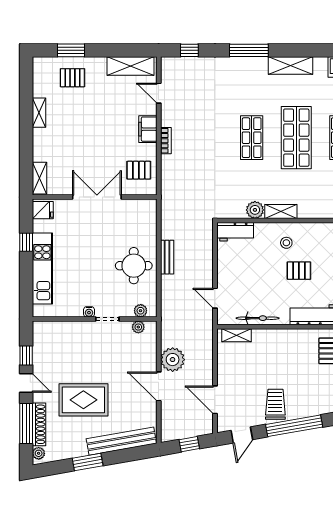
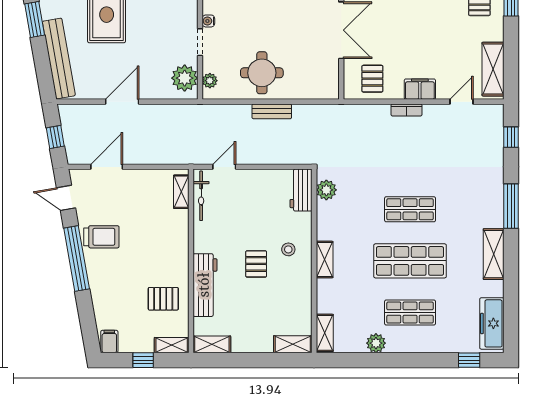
plant: (255, 210) -> (326, 190), moved
shelving: (281, 211) -> (325, 260), moved
bicycle: (258, 318) -> (201, 196), moved
plant: (138, 327) -> (185, 78), width x1.88, depth x1.88
plant: (173, 360) -> (153, 118), removed

